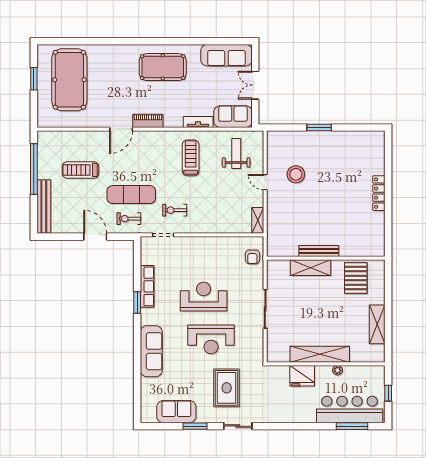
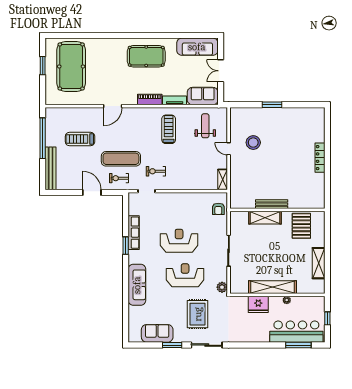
piano: (148, 121) -> (150, 100), moved
reception desk: (211, 339) -> (185, 275), turned 180
plant: (257, 354) -> (222, 287), added
sliding door: (238, 426) -> (207, 345), width x1.37

